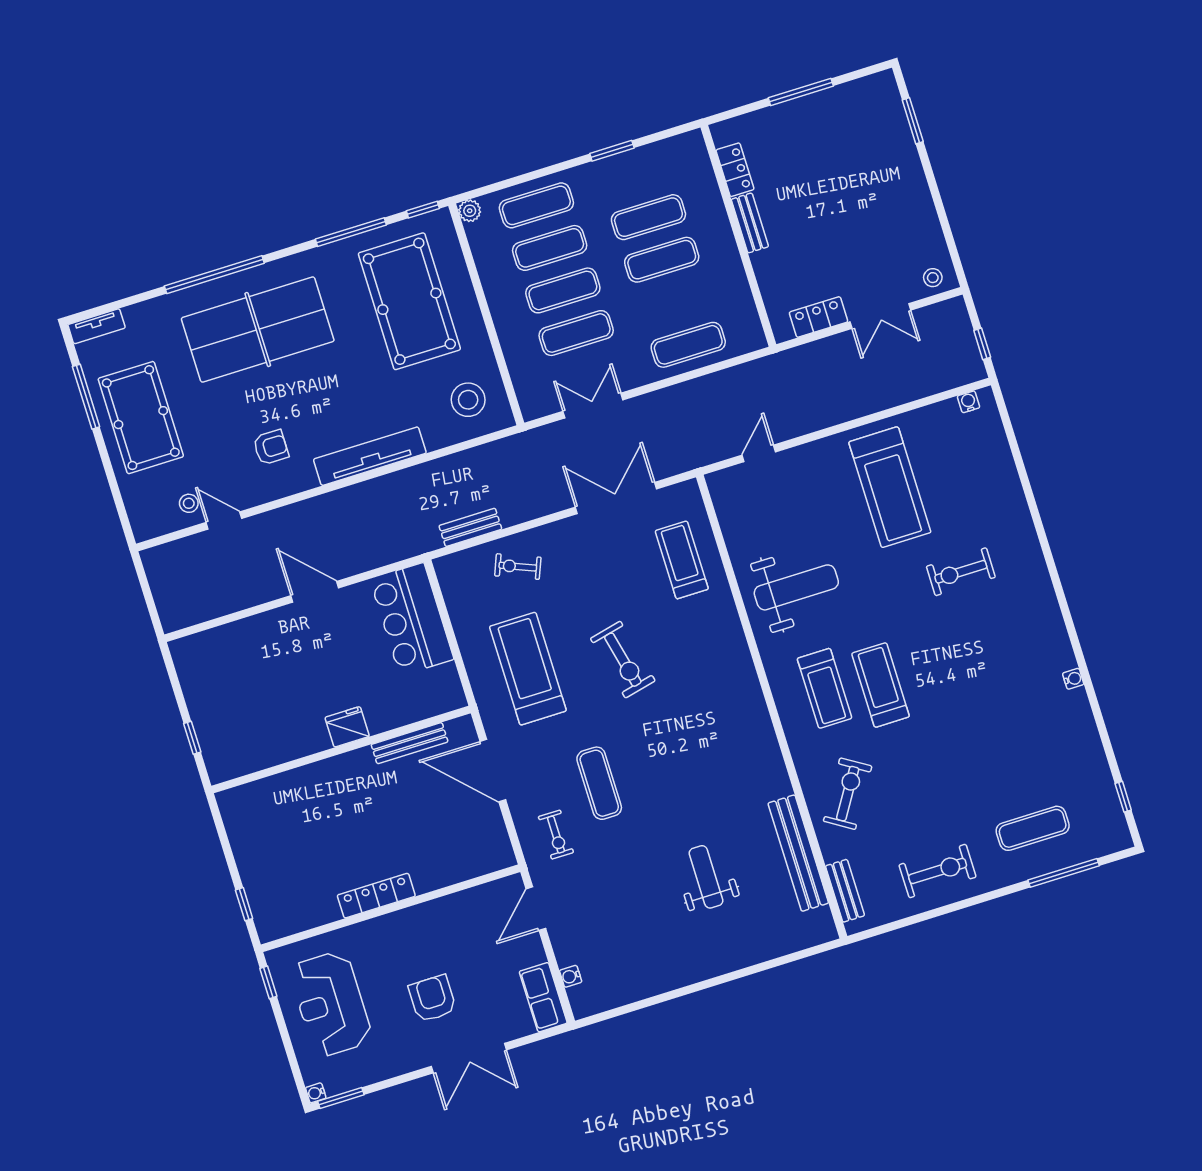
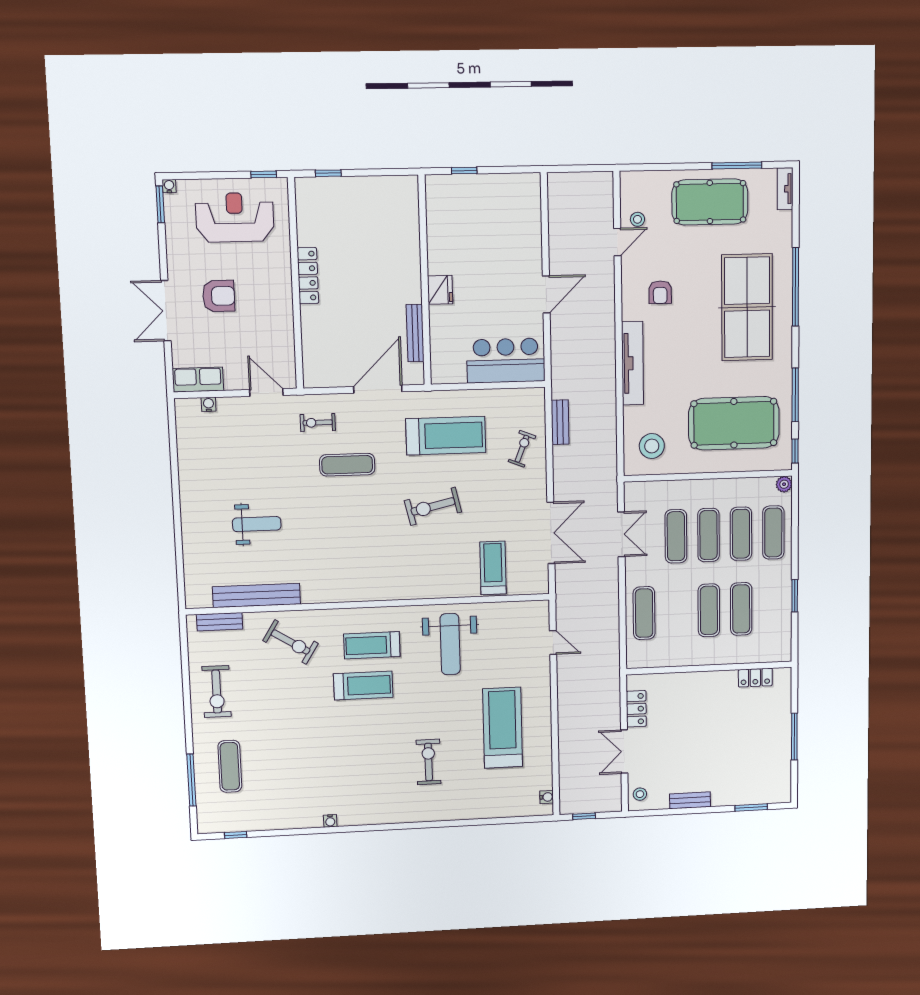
bench: (750, 223) -> (690, 800), moved
treadmill: (890, 487) -> (503, 728), turned 90
treadmill: (682, 560) -> (493, 568), turned -90

